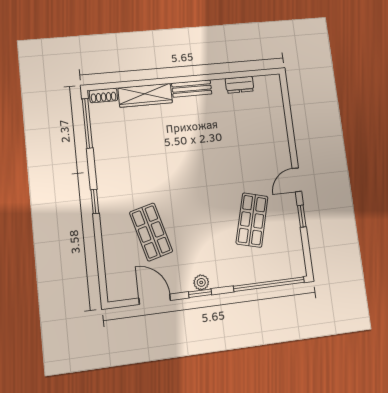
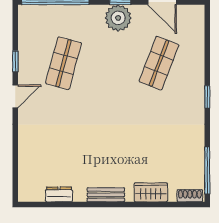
wardrobe: (145, 95) -> (151, 192), width x0.67
shop shelf: (151, 232) -> (159, 63), turned 36
plant: (201, 282) -> (118, 18), width x1.88, depth x1.88

